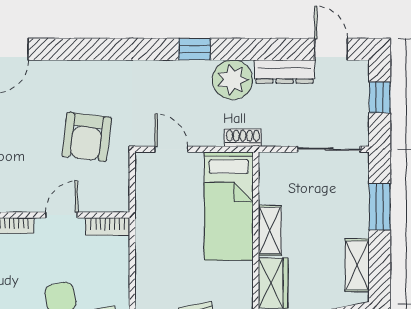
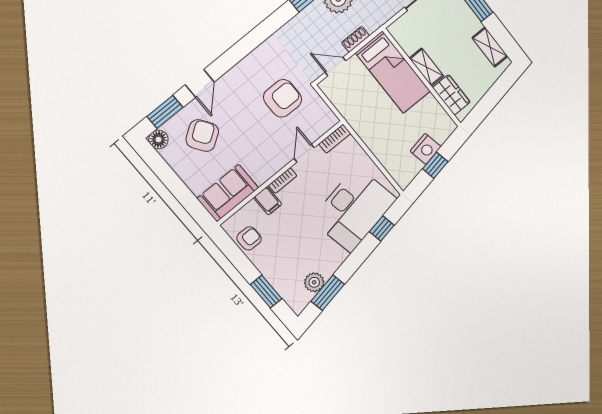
armchair: (87, 137) -> (283, 98), turned -97
shoe rack: (243, 138) -> (355, 39), moved

